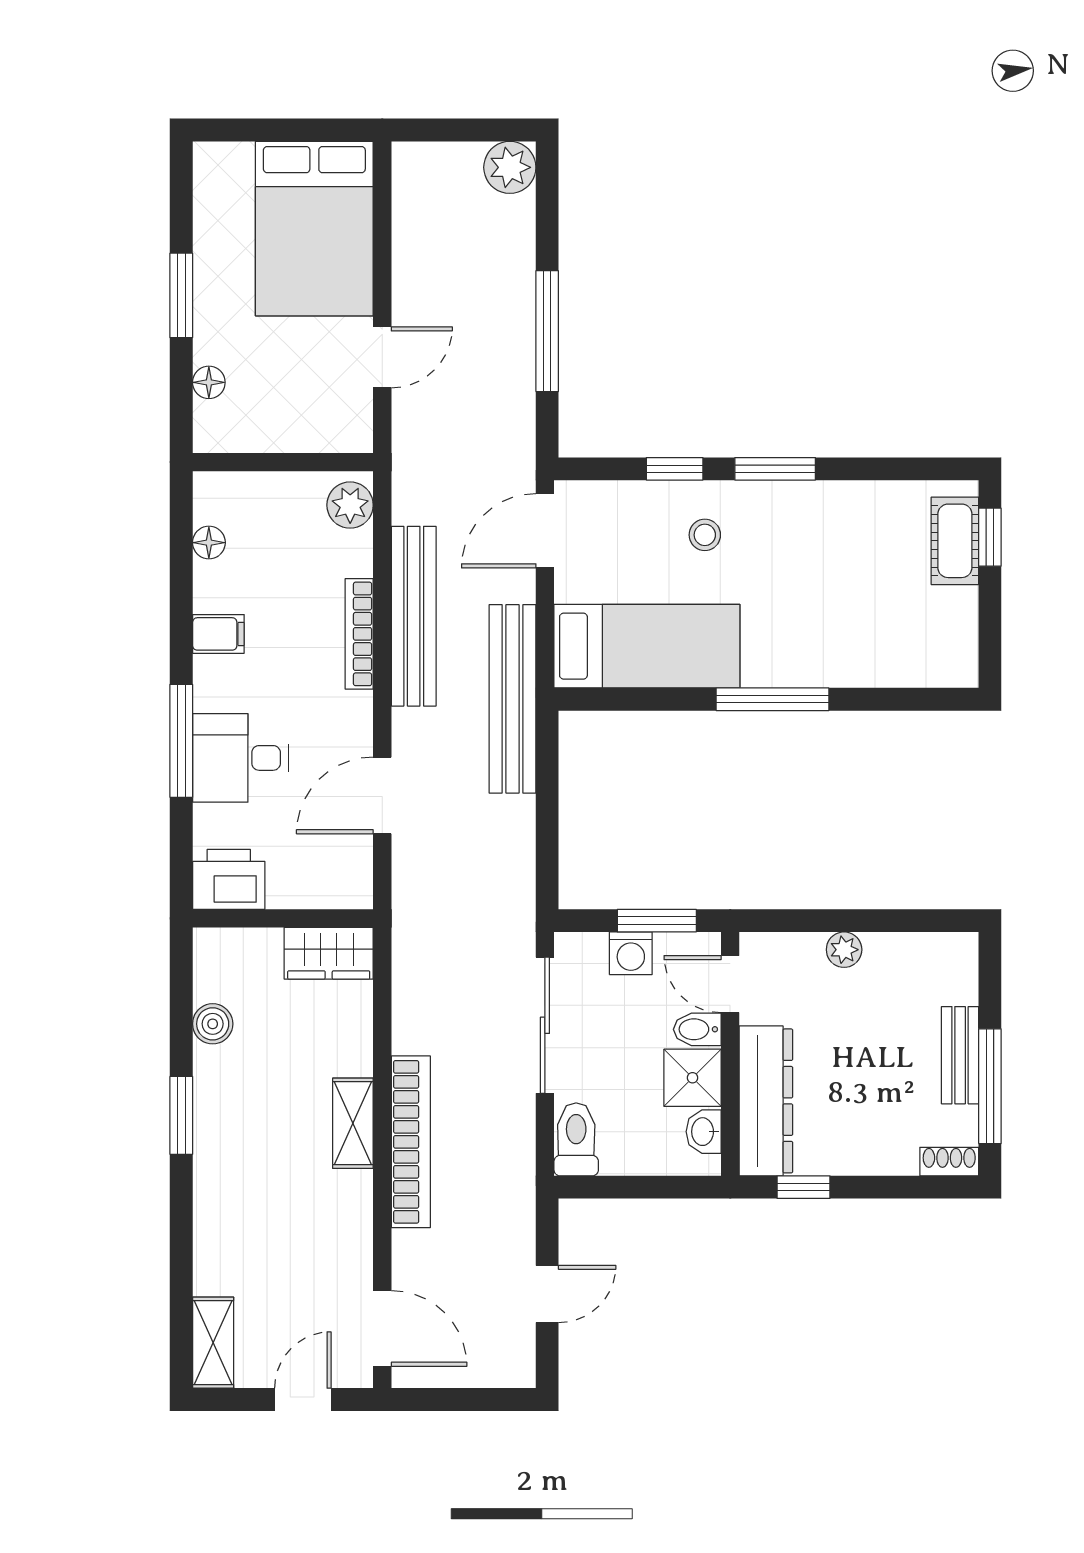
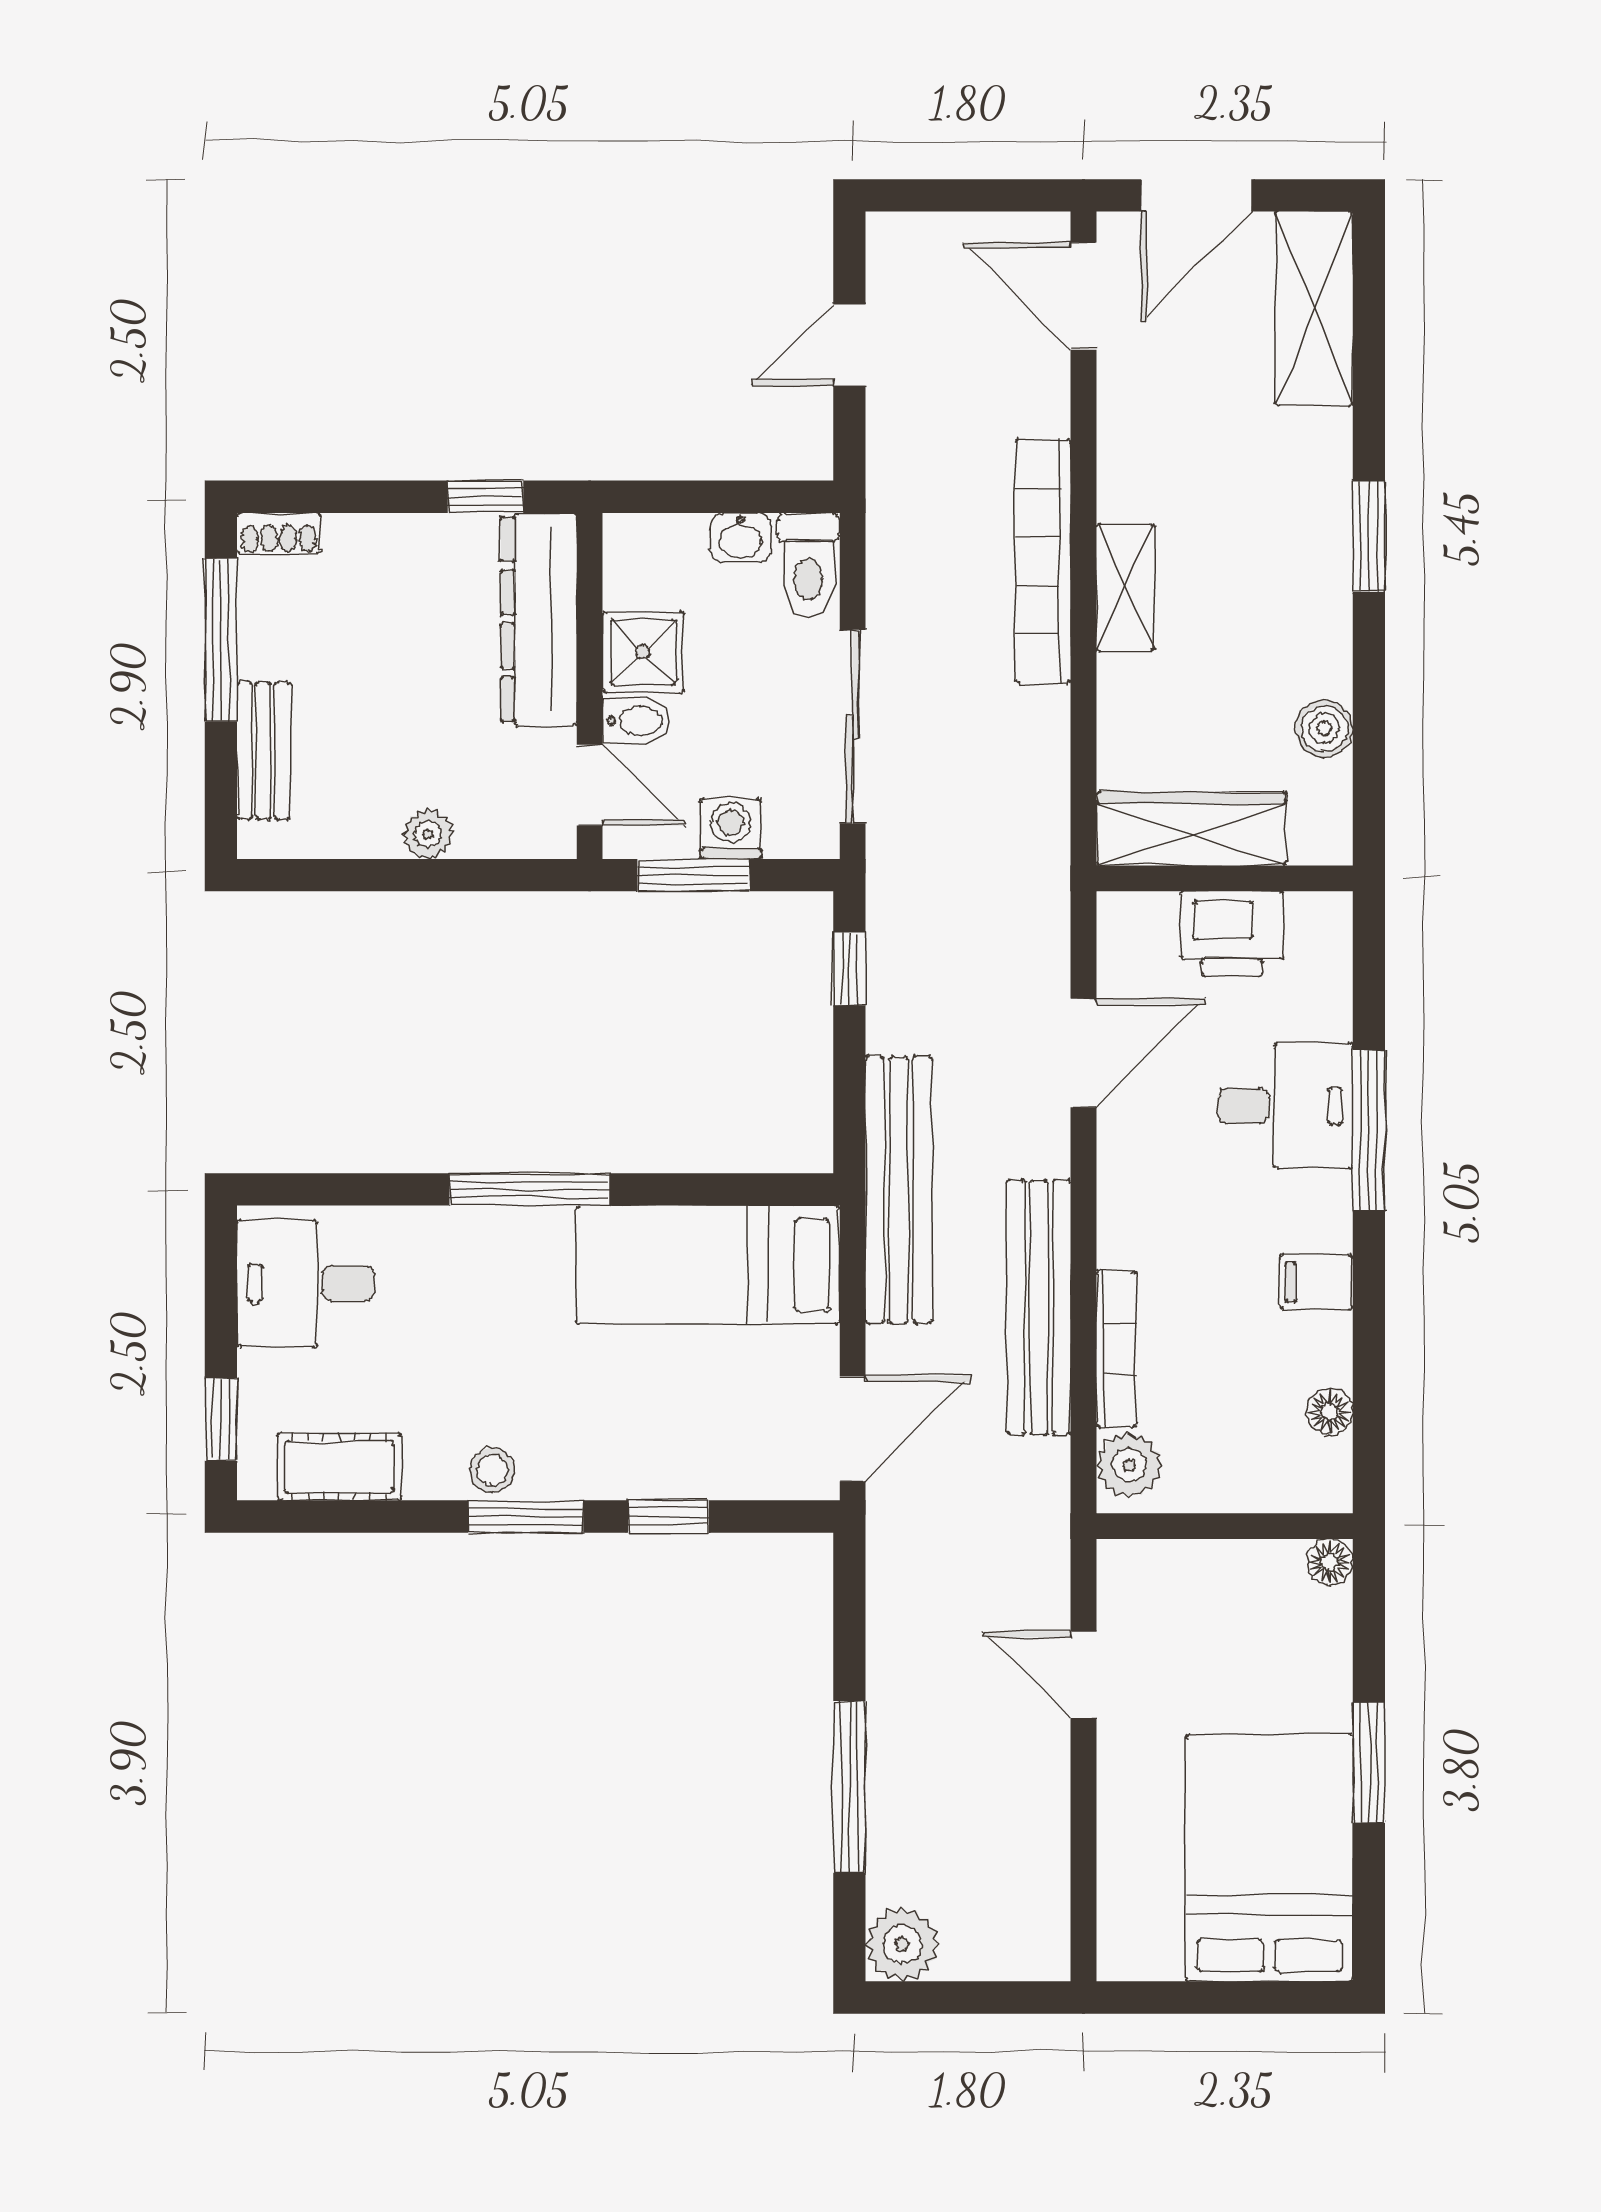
bed: (314, 229) -> (1269, 1858), moved
window: (547, 331) -> (849, 1787), moved
door: (382, 357) -> (1083, 1675), hinge flipped
floor lamp: (209, 382) -> (1330, 1562), moved
stool: (705, 535) -> (492, 1470), moved
cot: (955, 541) -> (339, 1467), moved, turned 90
desk: (930, 633) -> (306, 1283), added
bookcase: (359, 634) -> (1116, 1349), moved
window: (547, 855) -> (849, 969), added
printer: (229, 879) -> (1232, 934), moved
wardrobe: (329, 953) -> (1191, 829), width x1.50
bench: (960, 1055) -> (263, 750), moved
window: (181, 1115) -> (1369, 536), moved
washbasin: (704, 1132) -> (741, 538), moved, turned 90
shelving: (213, 1343) -> (1314, 308), width x1.50, depth x1.33
door: (303, 1400) -> (1196, 195), width x1.38

